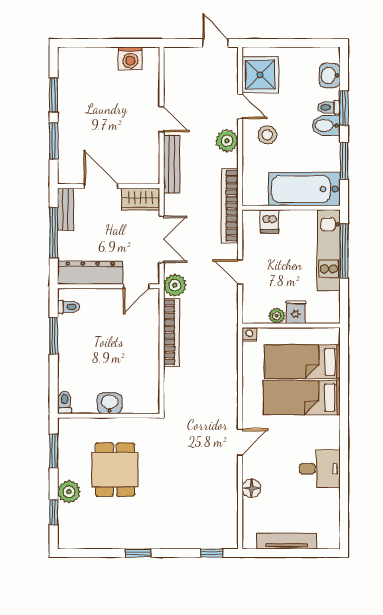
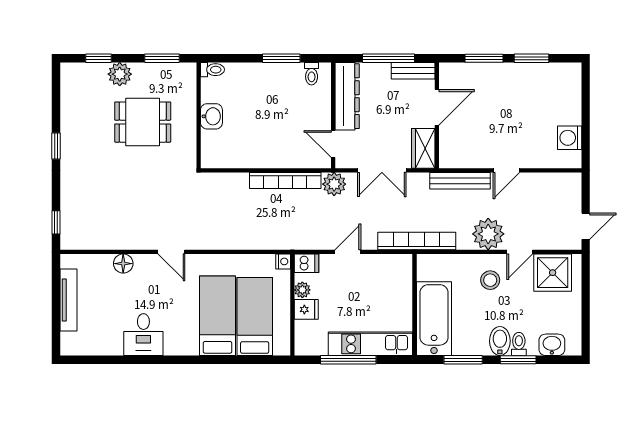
plant: (227, 141) -> (488, 234), width x1.36, depth x1.36
dishwasher: (269, 221) -> (307, 263), moved, turned 180
window: (344, 251) -> (348, 360), moved

